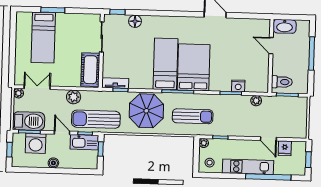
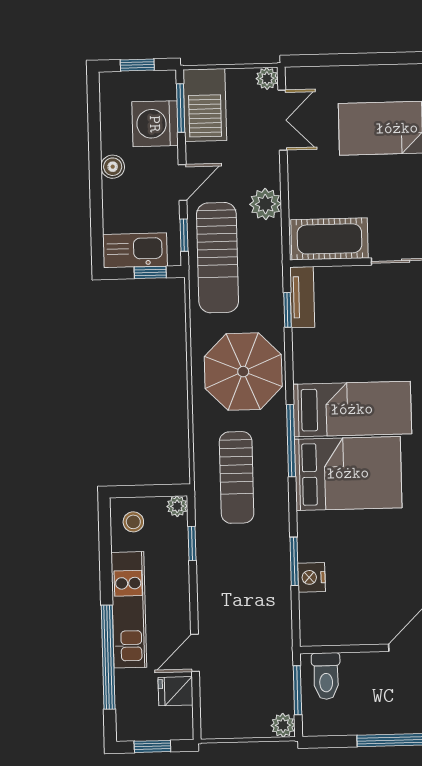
plant: (256, 101) -> (283, 725), moved
sun lounger: (96, 119) -> (218, 258), turned 180
kitchen sink: (84, 142) -> (135, 250), moved, turned 90

